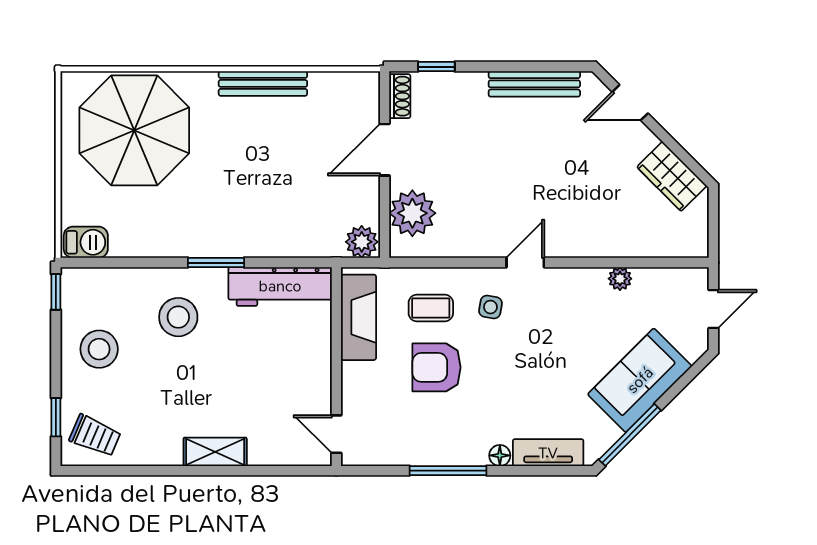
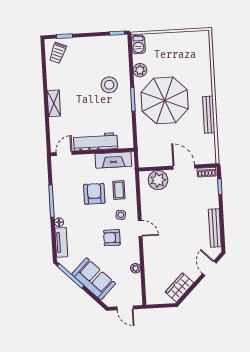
parasol: (134, 130) -> (165, 100), moved
plant: (362, 242) -> (140, 70), moved
workbench: (280, 286) -> (96, 142), moved, turned 90
armchair: (544, 331) -> (112, 238), added
stool: (99, 349) -> (94, 53), removed

